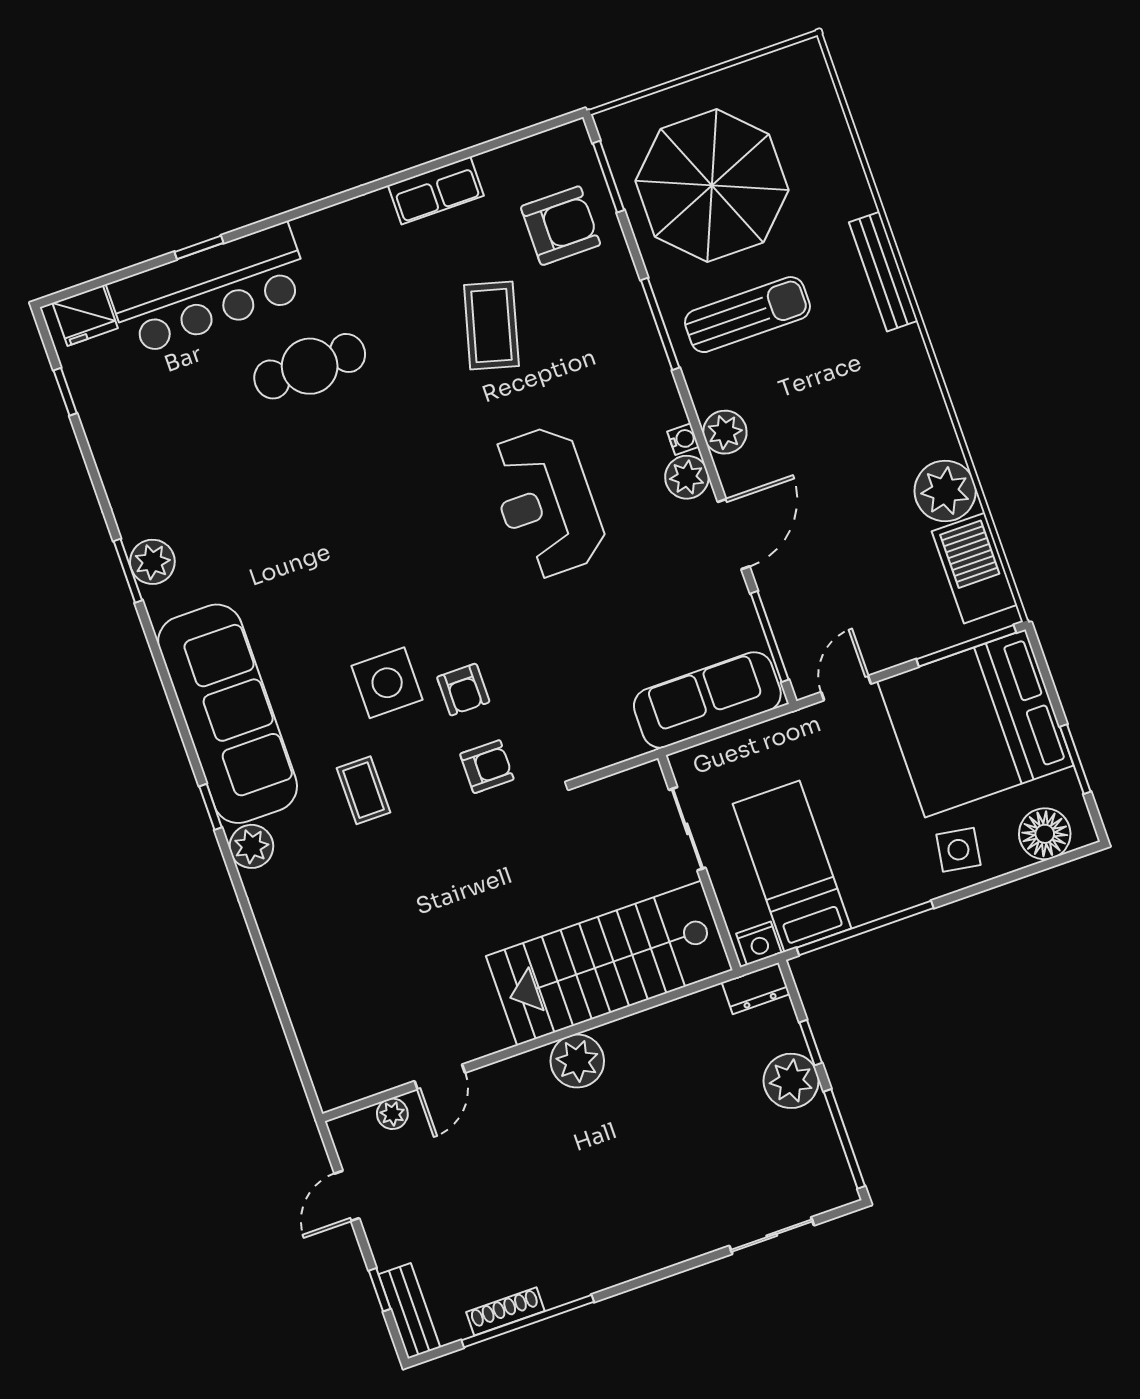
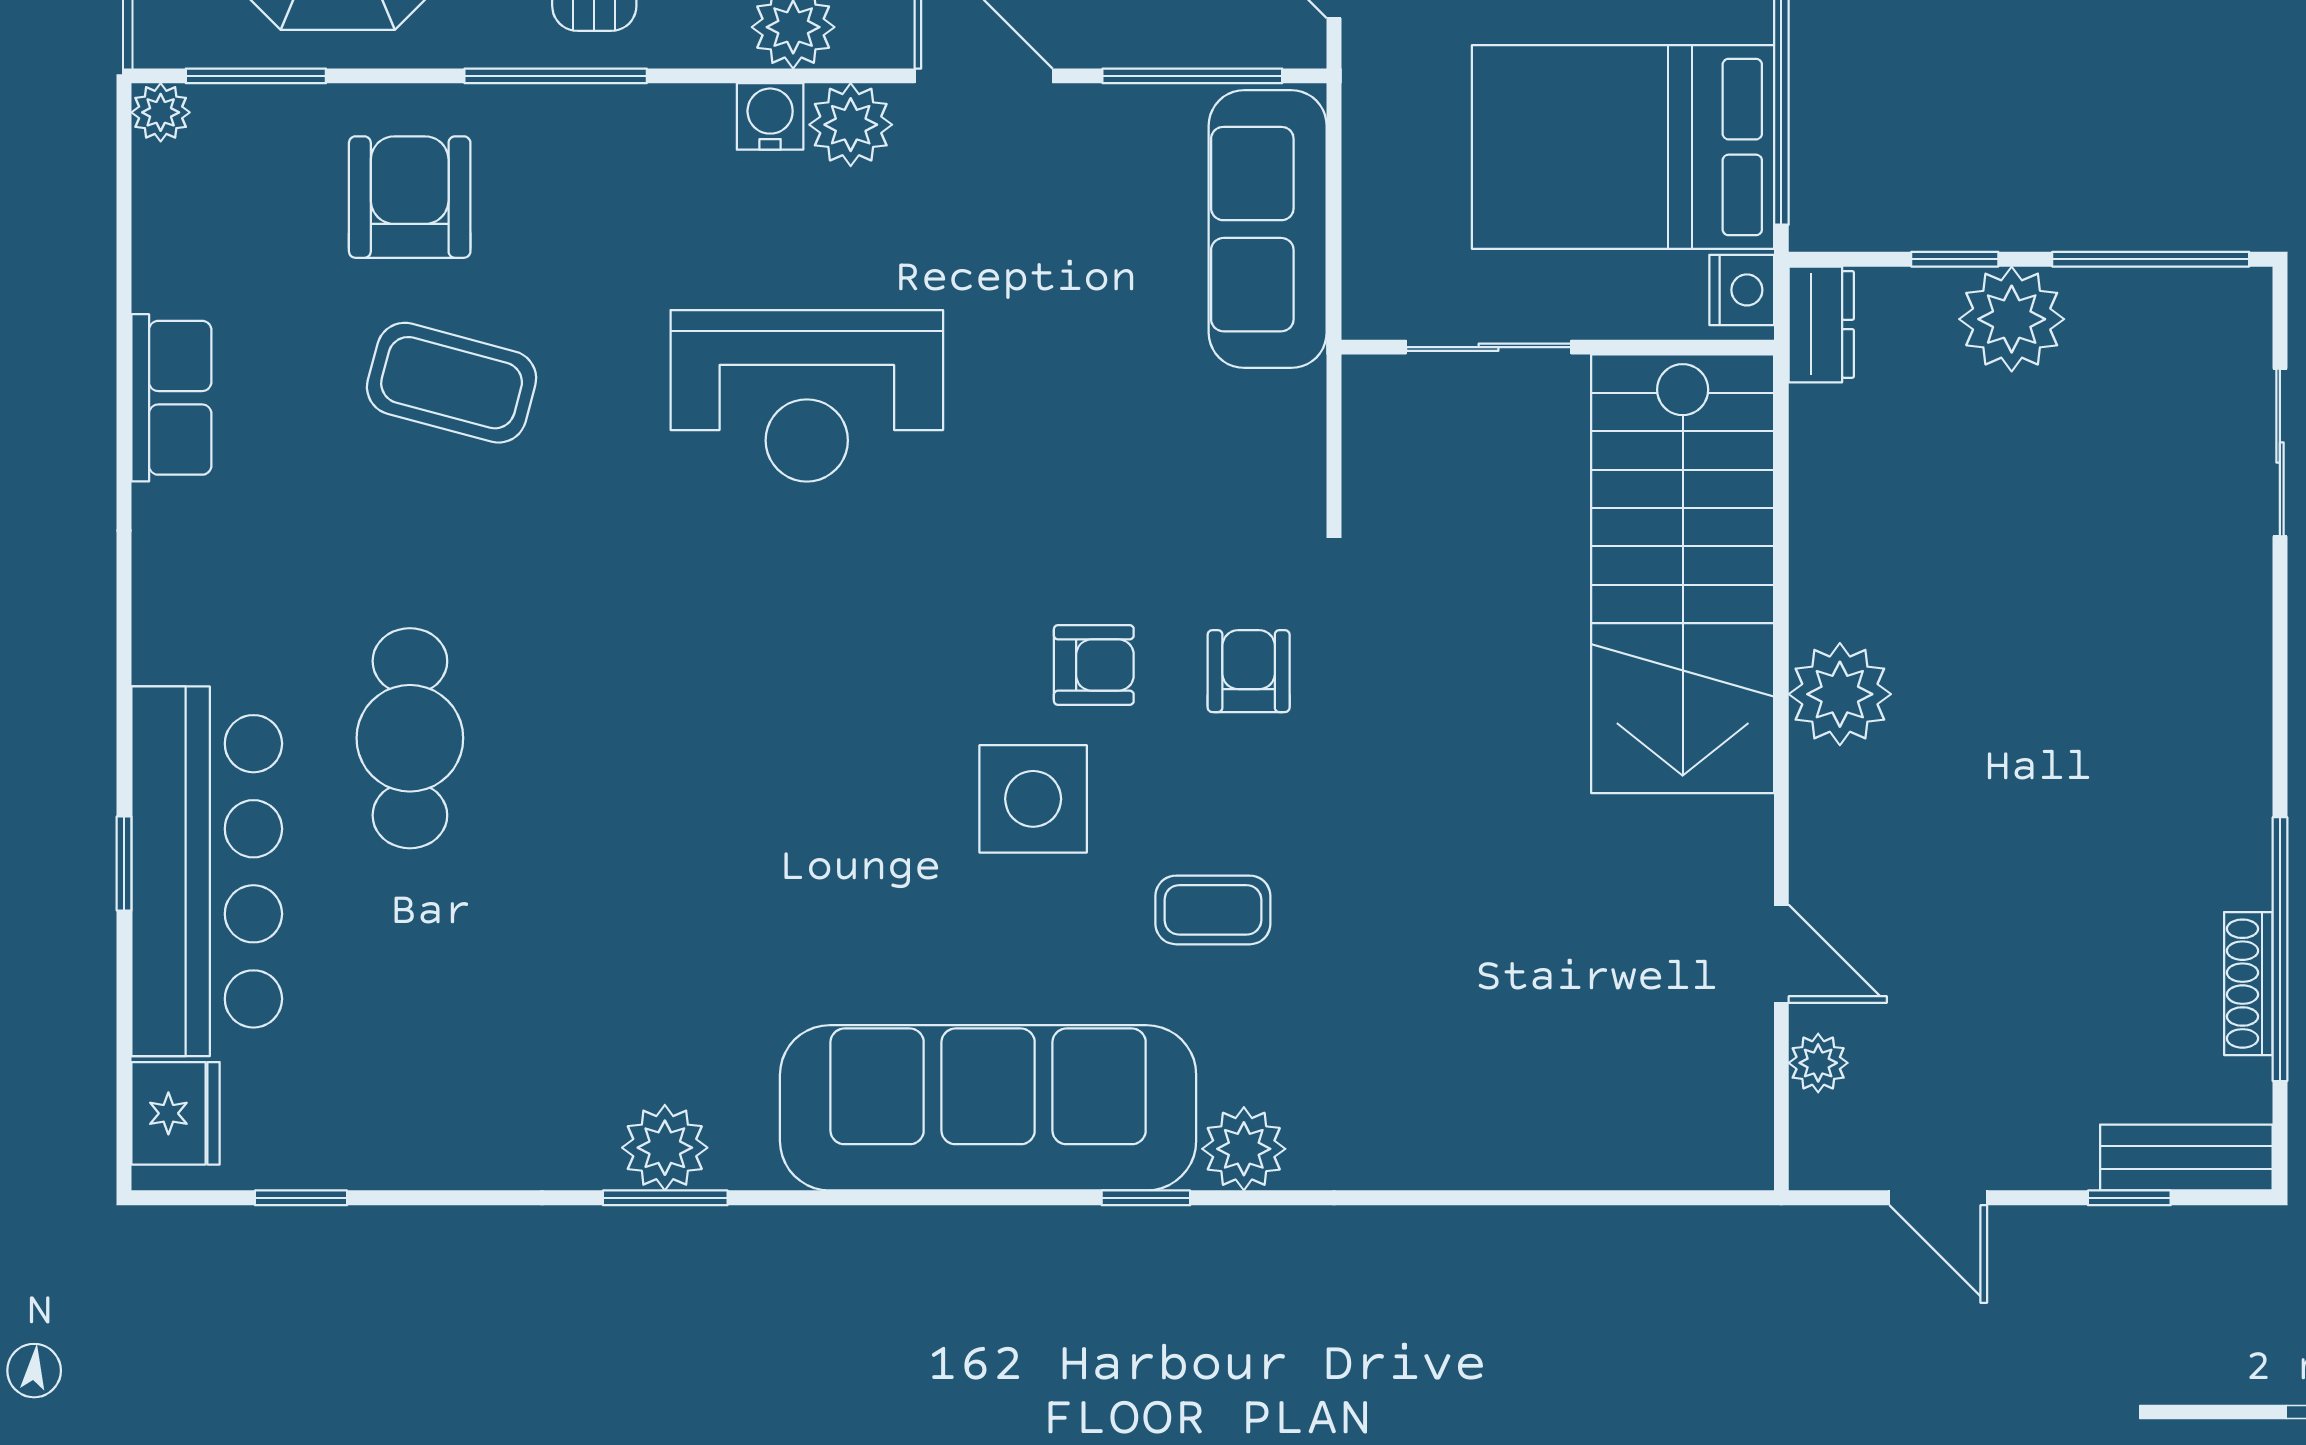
plant: (574, 136) -> (161, 112), added
armchair: (561, 226) -> (410, 197), moved
water cooler: (683, 439) -> (770, 116), width x1.38, depth x1.38
bed: (792, 866) -> (1623, 147), width x1.50

